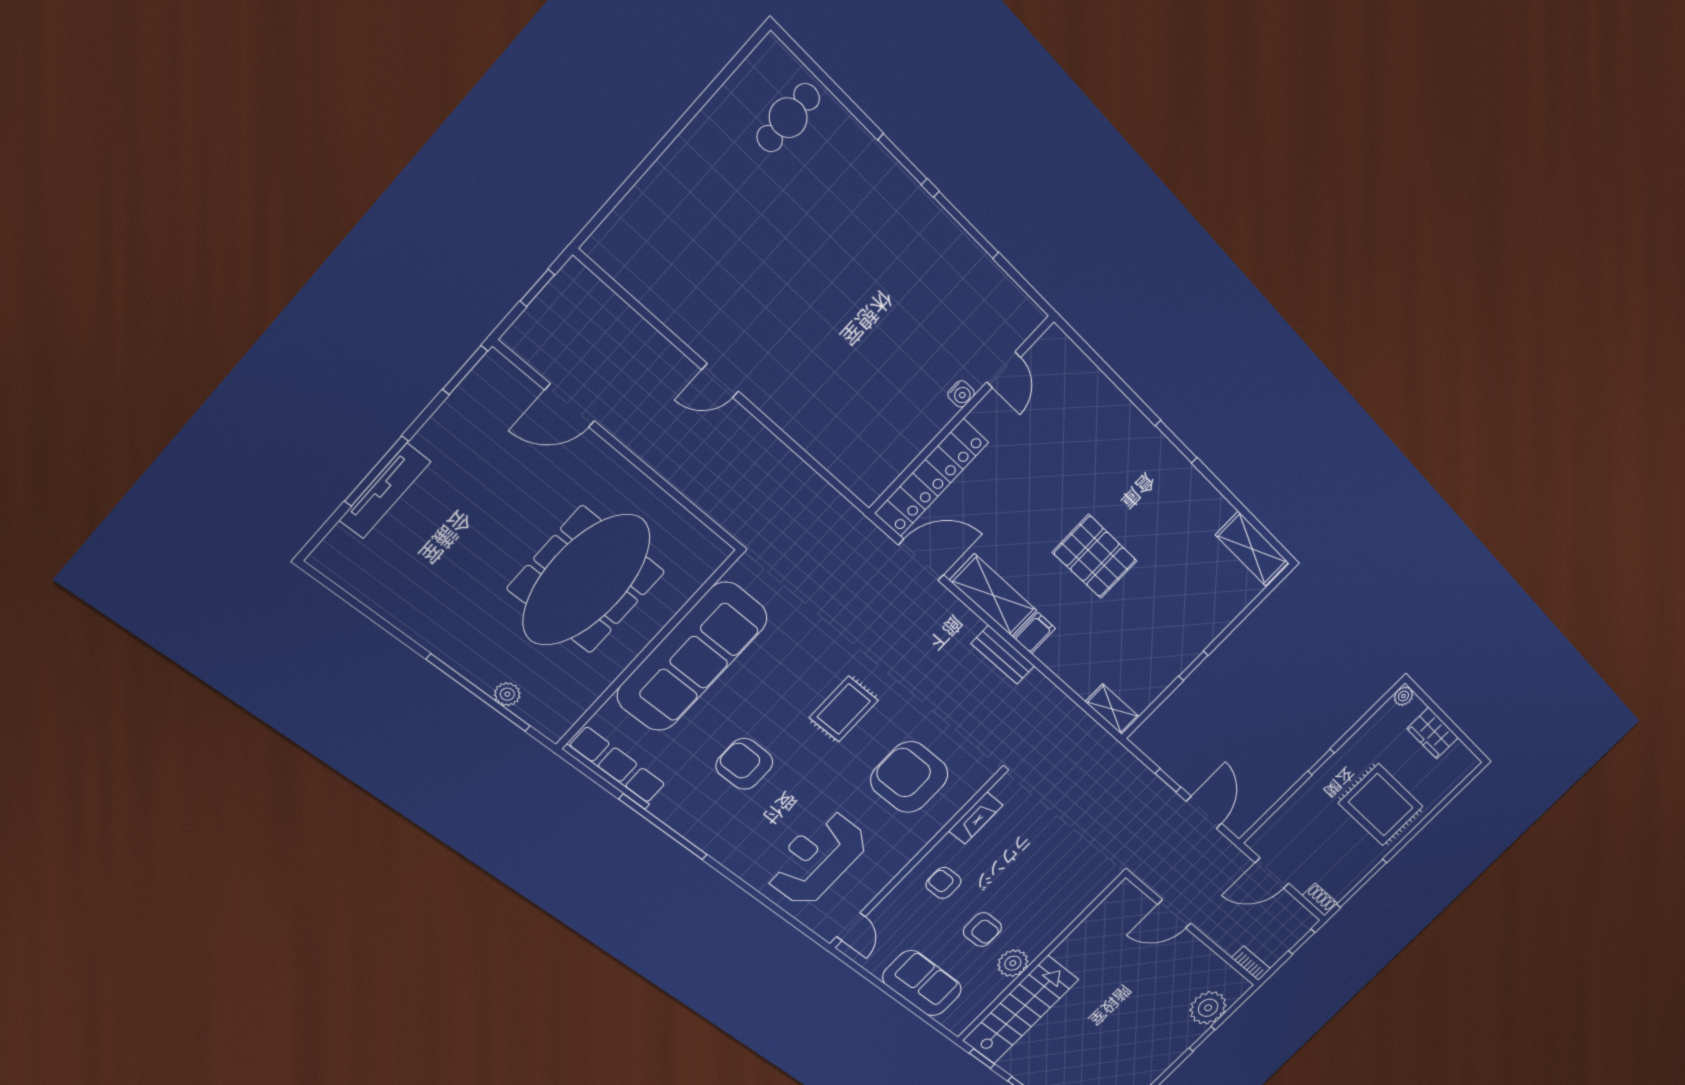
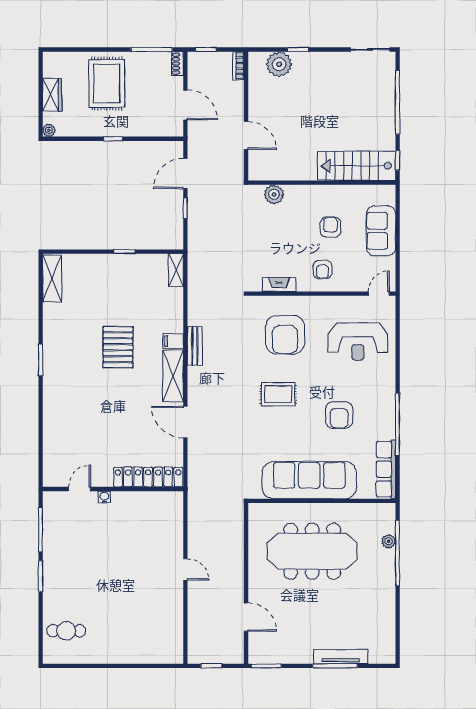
door: (1004, 370) -> (79, 489), moved
water cooler: (961, 394) -> (104, 497), moved
wall: (961, 416) -> (113, 489), moved
locker: (931, 478) -> (148, 477), moved
plant: (1013, 963) -> (274, 194), moved

